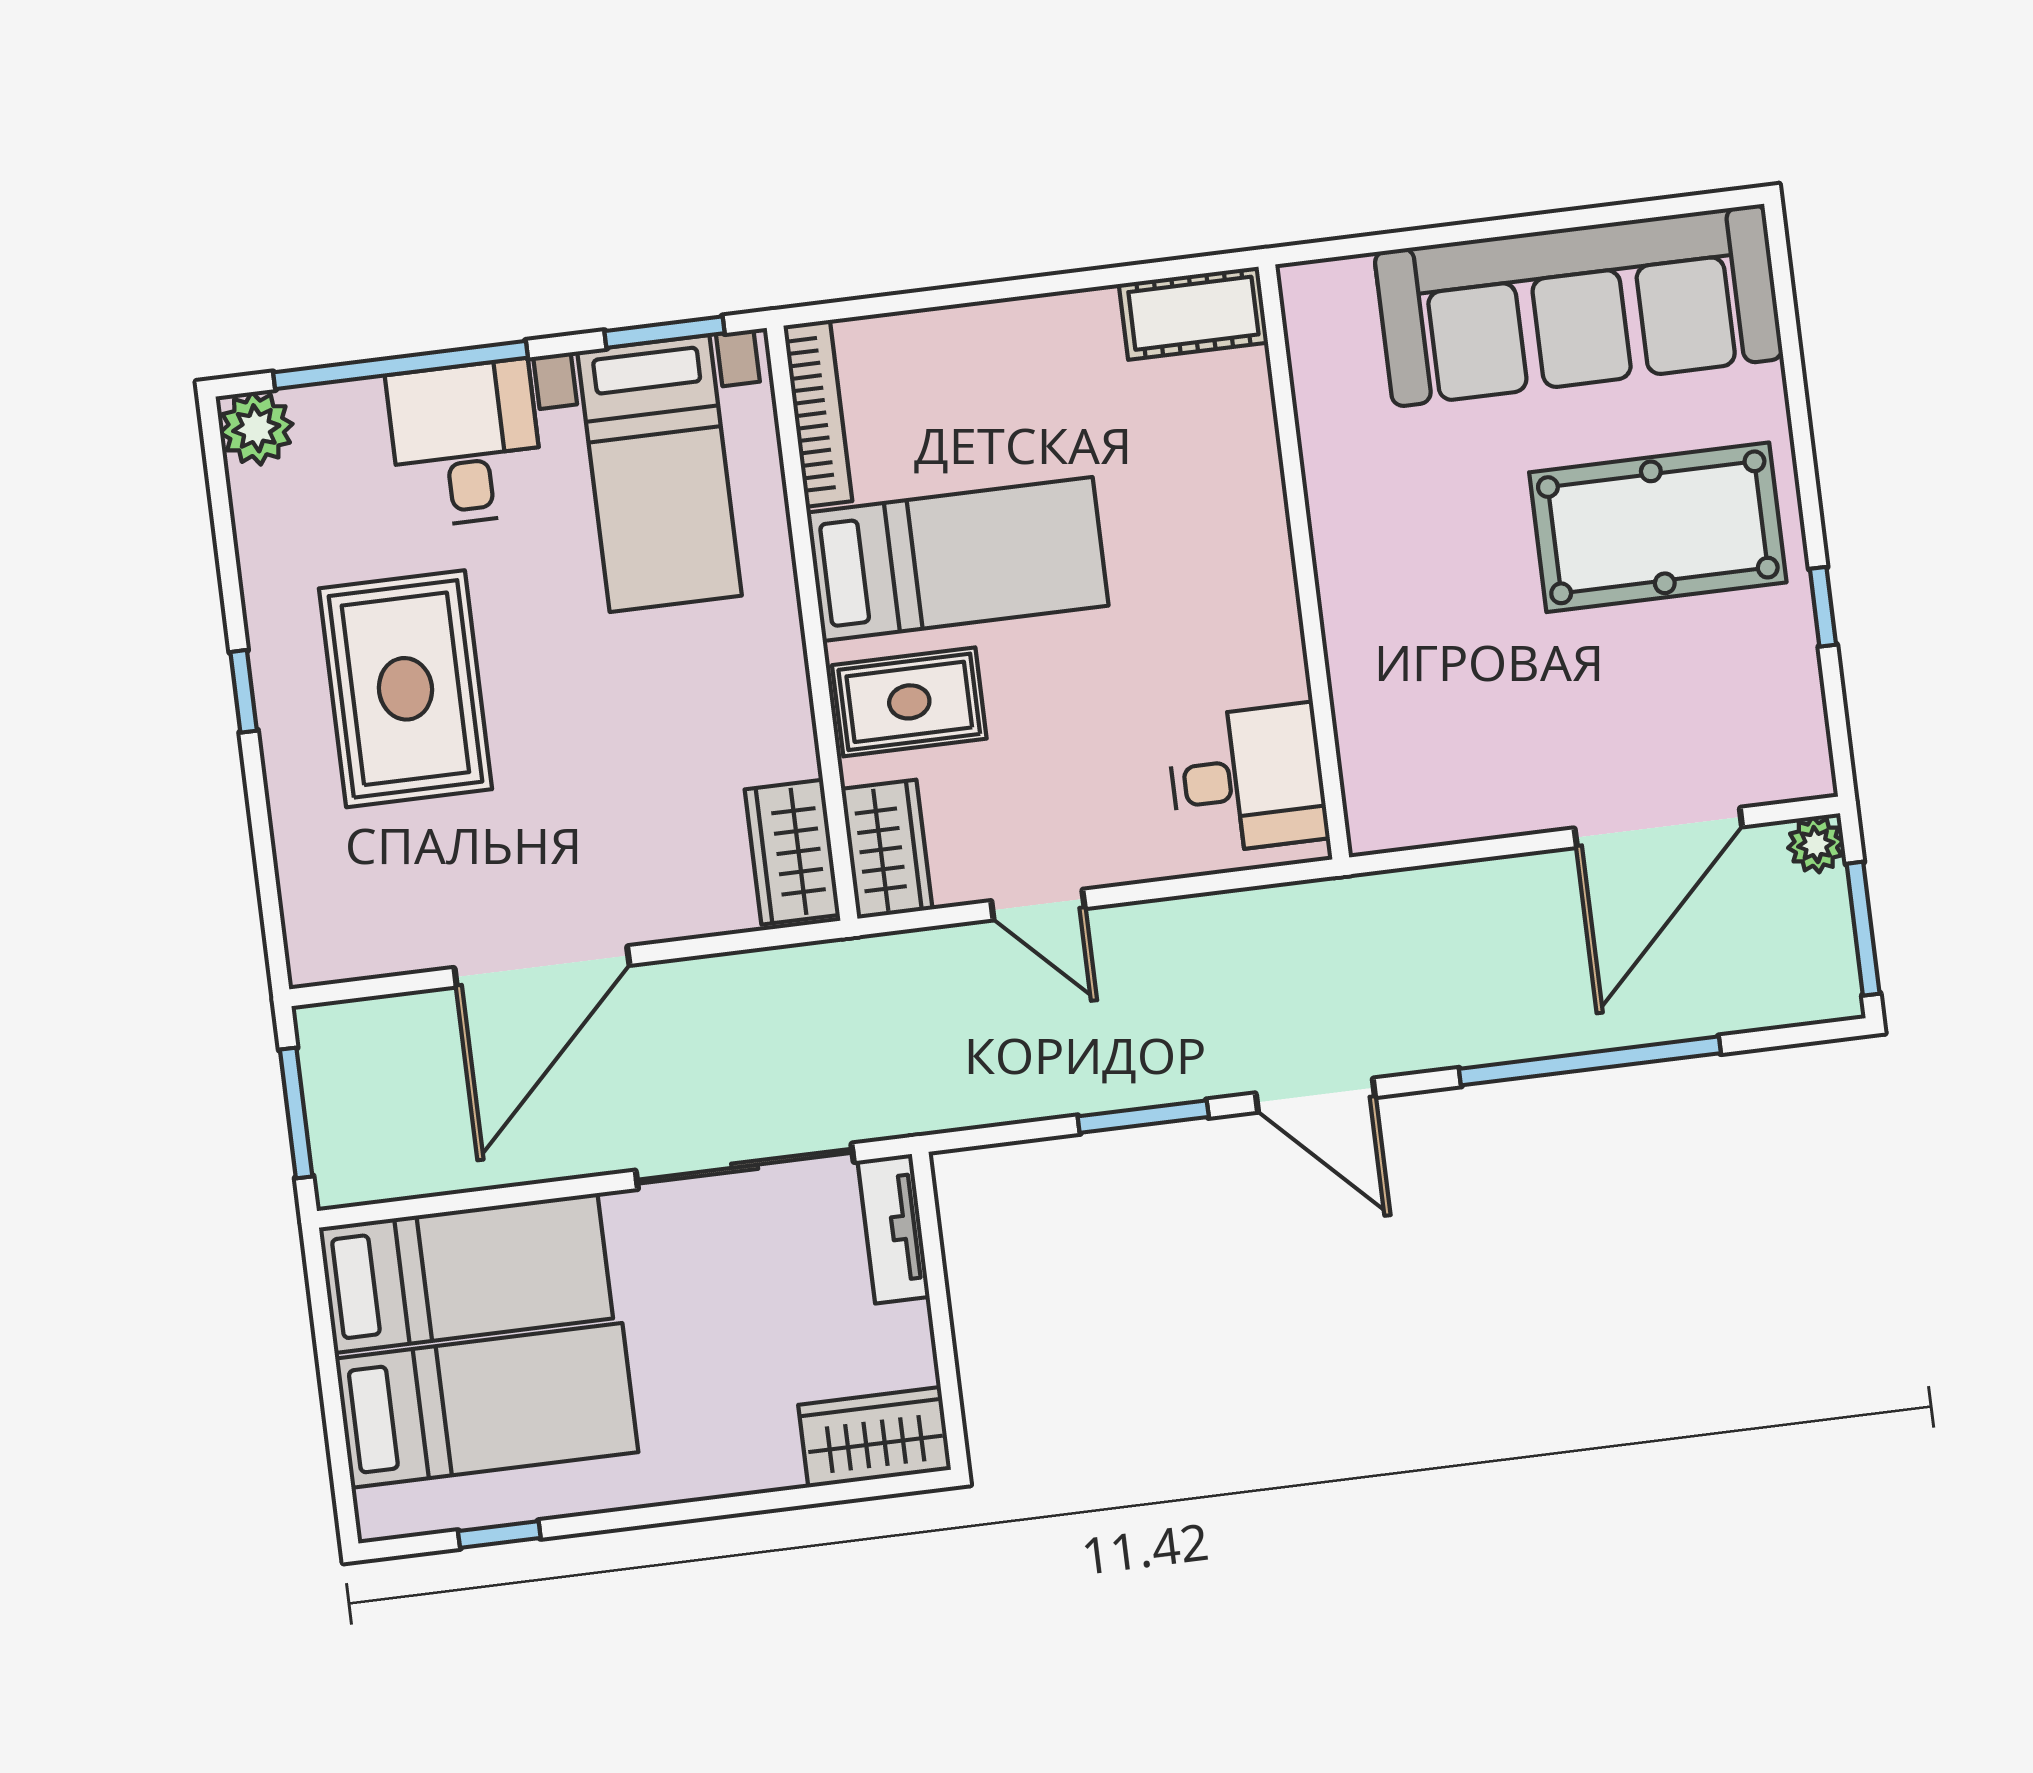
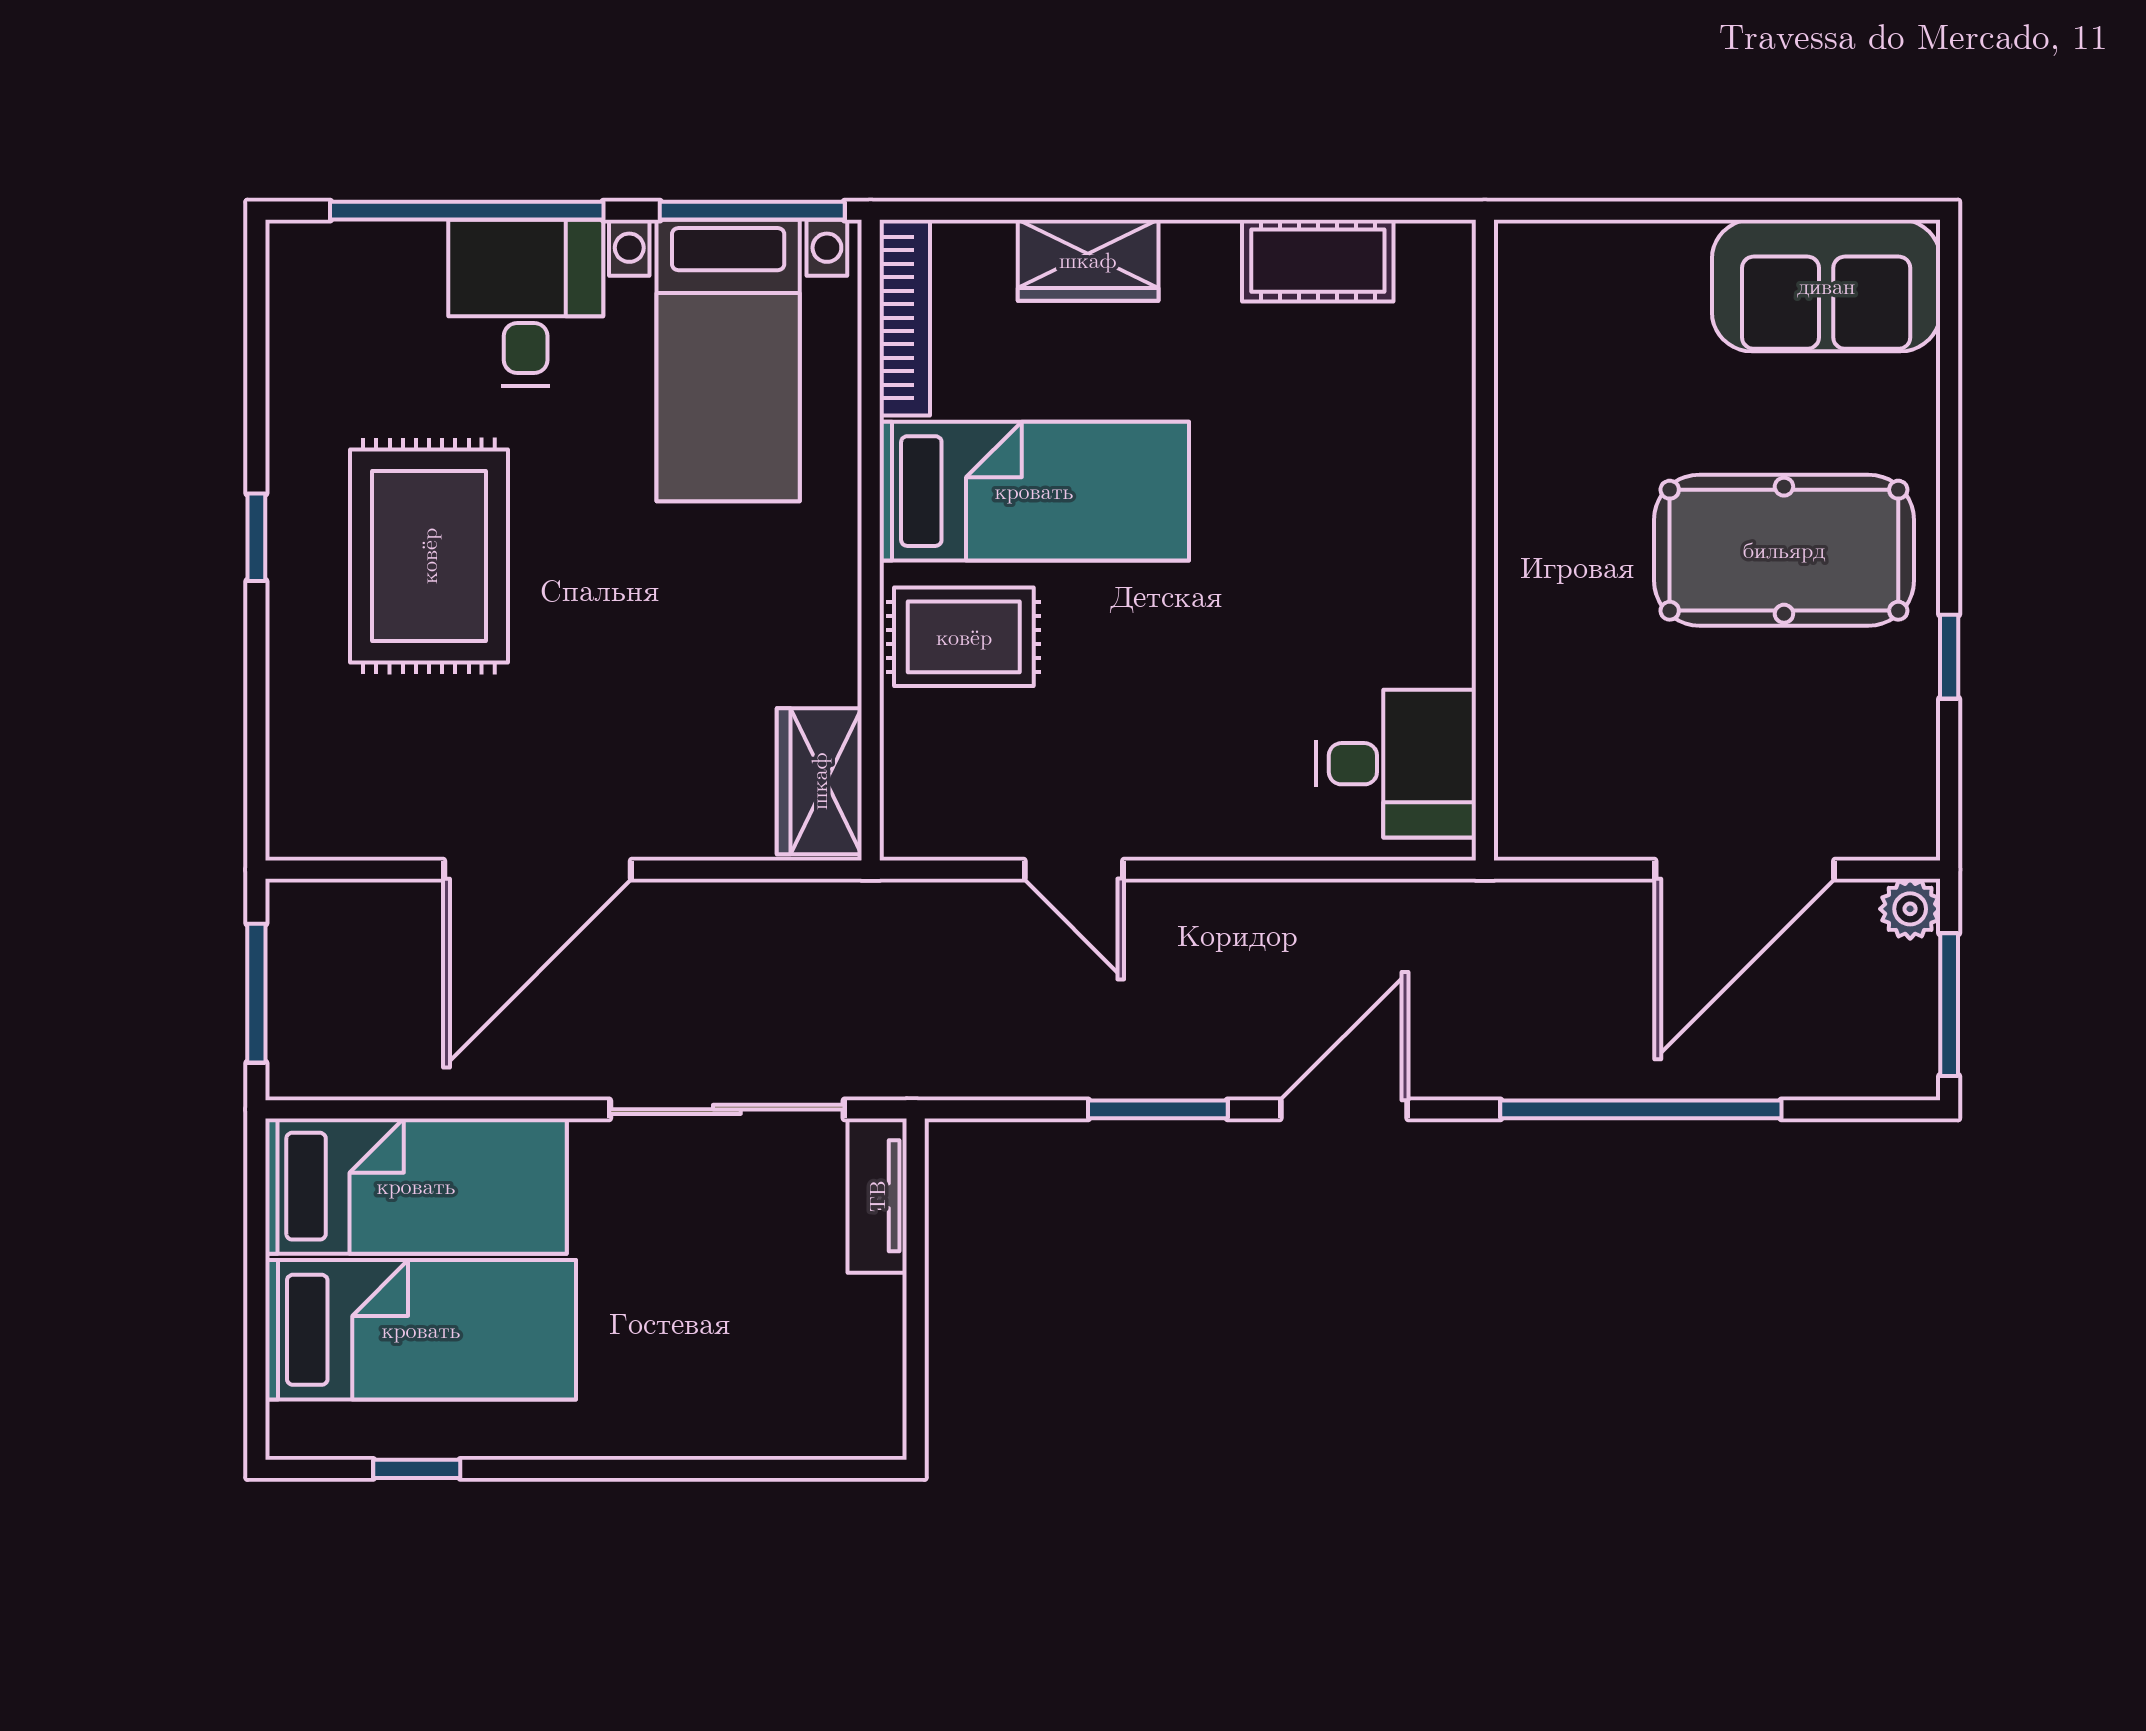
sofa: (1579, 305) -> (1826, 286), width x0.54, depth x0.79
window: (665, 332) -> (752, 211), width x1.44
plant: (256, 428) -> (305, 259), removed
wall: (1304, 562) -> (1485, 540), moved
desk: (1247, 779) -> (1396, 764), moved
wardrobe: (887, 849) -> (1088, 260), moved, turned 90
door: (1315, 1095) -> (1344, 1109), swing flipped
wardrobe: (875, 1437) -> (829, 1415), removed

